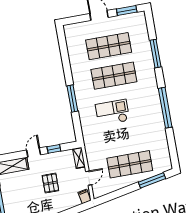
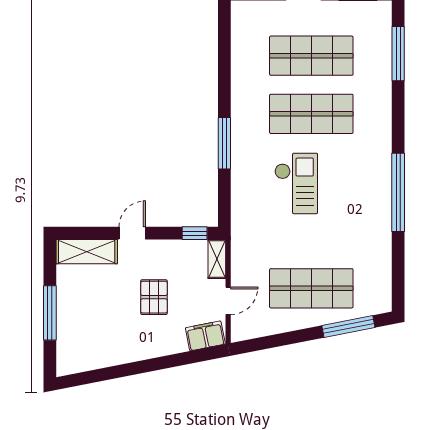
window: (156, 54) -> (398, 54), moved
checkout: (112, 112) -> (296, 183), turned 90
window: (54, 149) -> (195, 233), moved
filing cabinet: (84, 196) -> (205, 336), width x2.00

